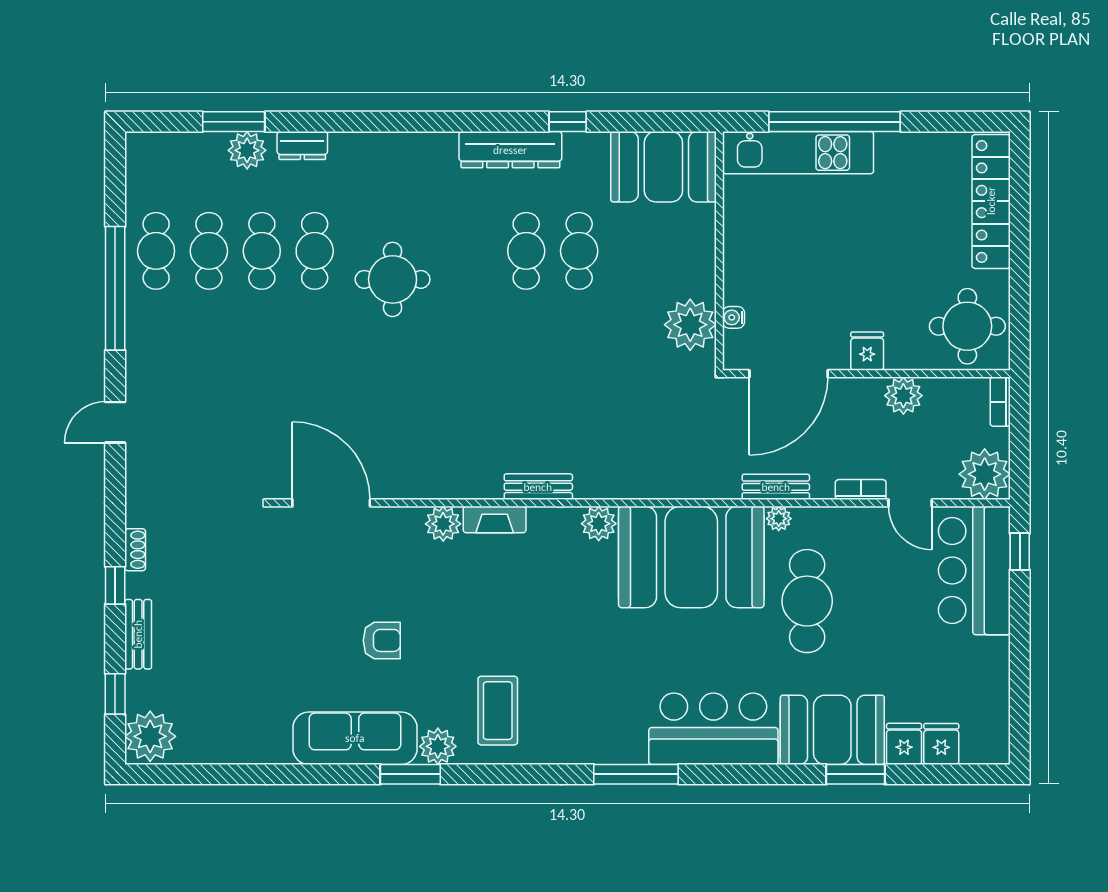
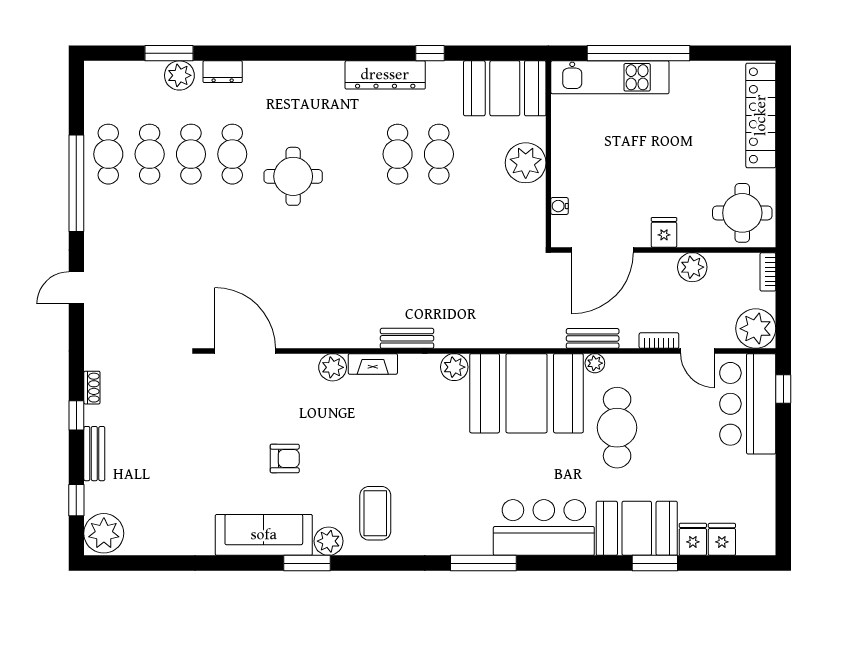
plant: (690, 325) -> (526, 163), moved

